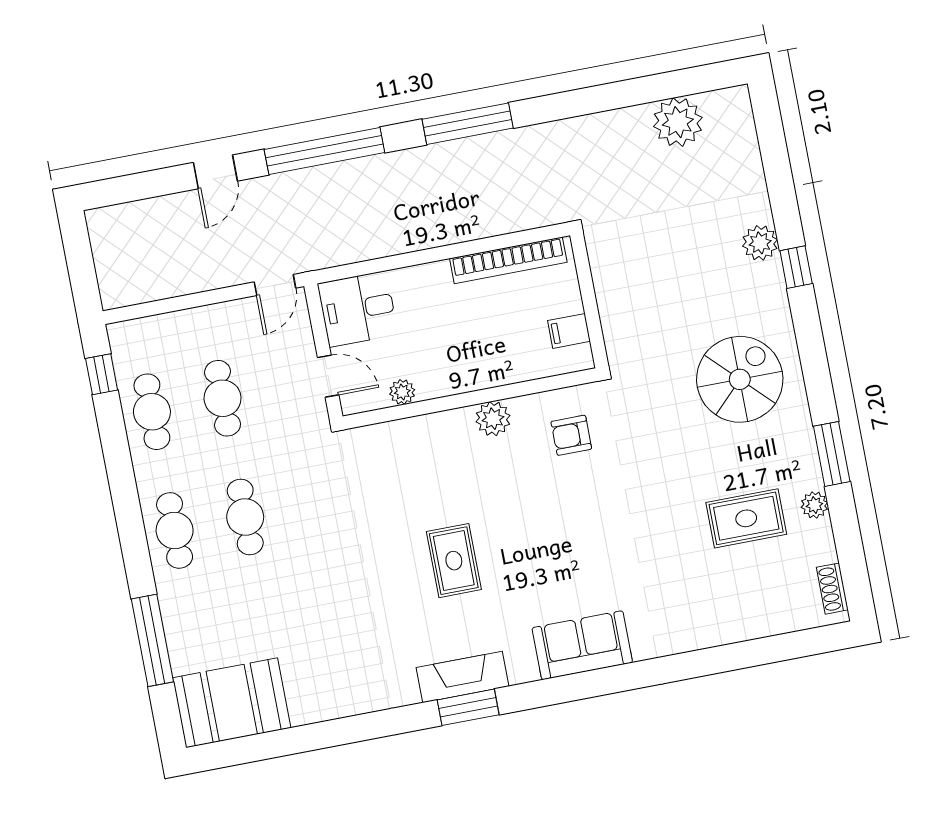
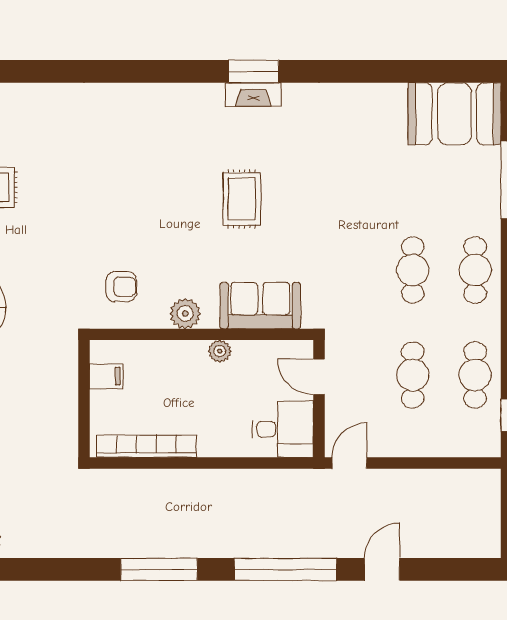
plant: (402, 392) -> (220, 351), moved
sofa: (582, 645) -> (260, 306), moved, turned 180
fireplace: (462, 677) -> (253, 94), width x0.73, depth x0.76

